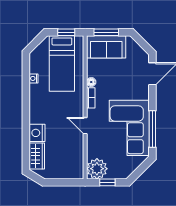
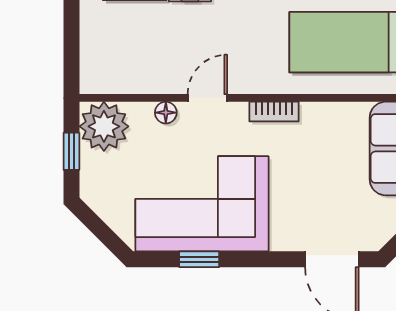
floor lamp: (91, 82) -> (166, 113), moved
window: (152, 129) -> (199, 259), width x0.46

